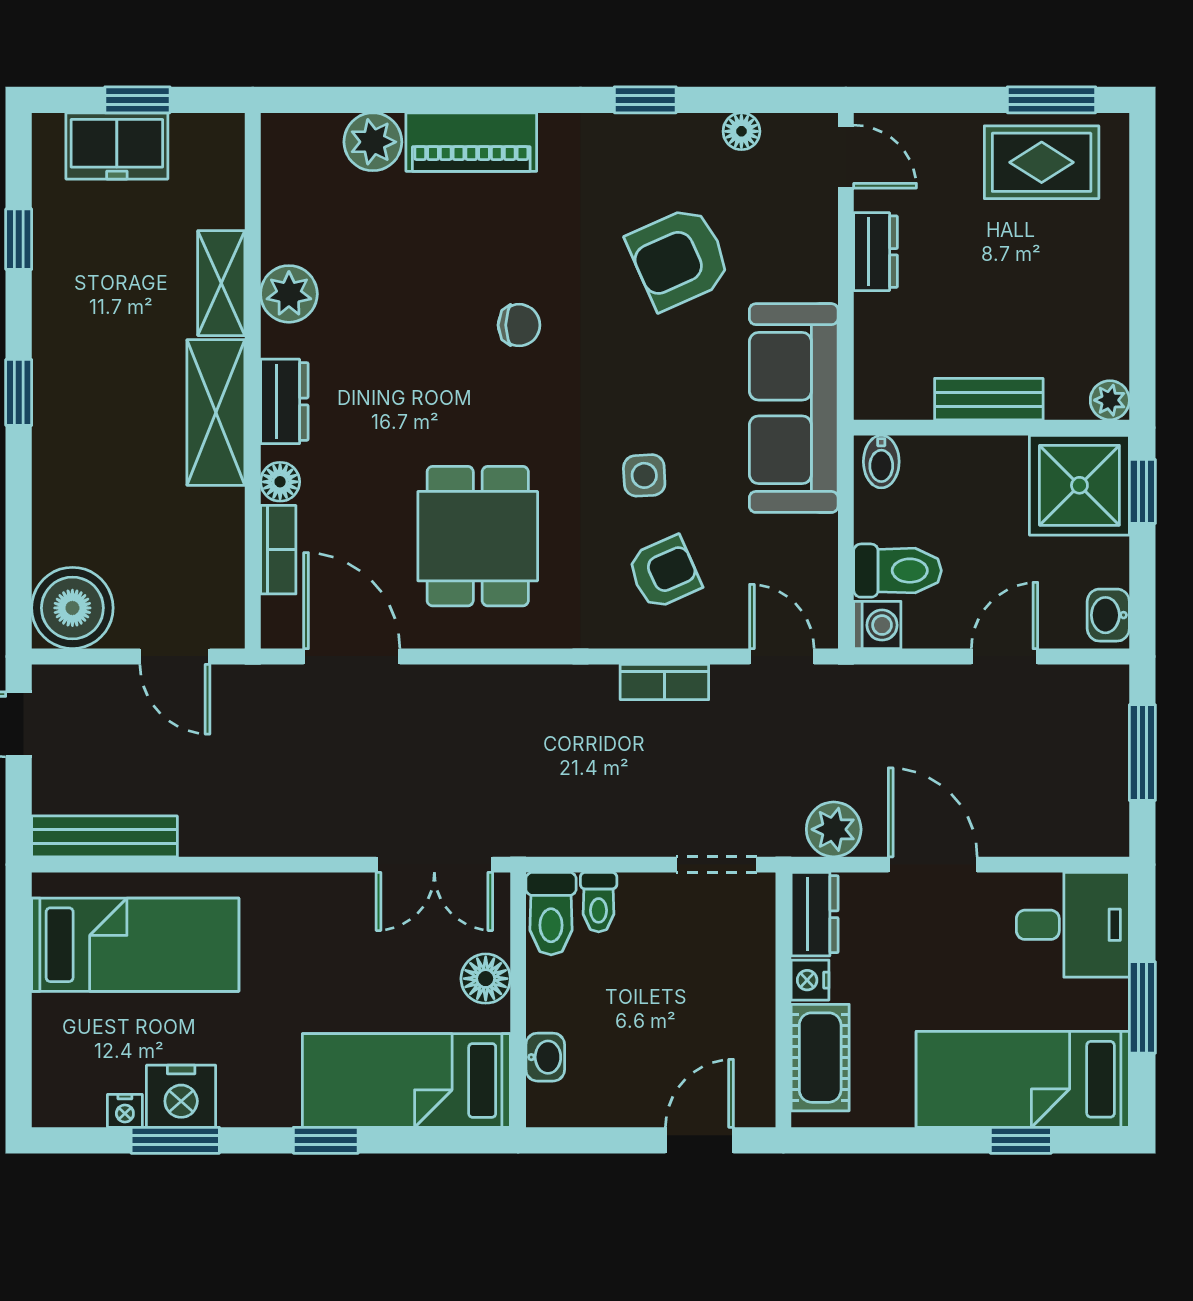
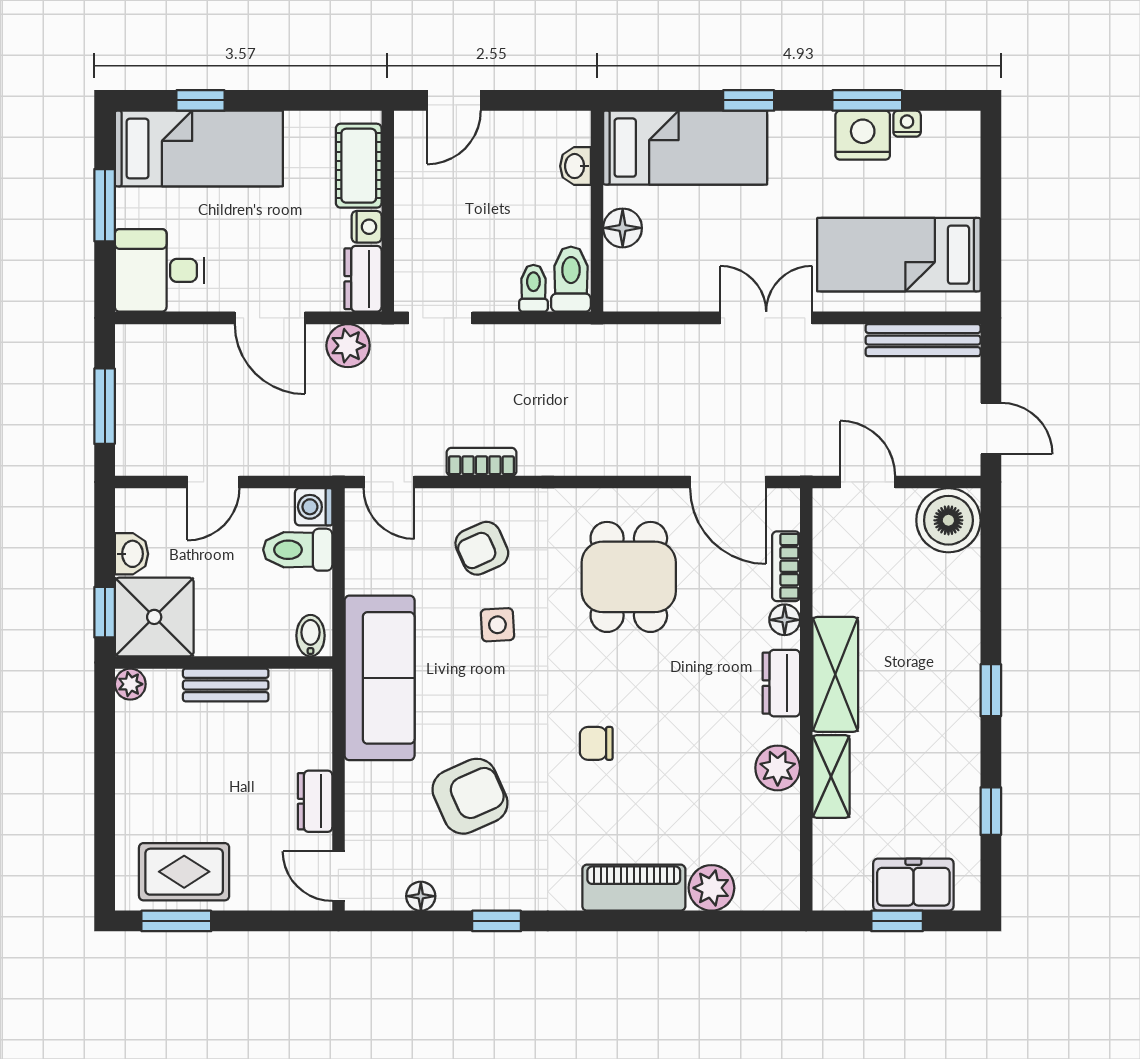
washbasin: (1108, 615) -> (131, 554), moved
double door: (434, 865) -> (766, 318), moved

